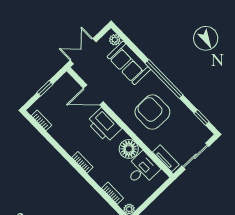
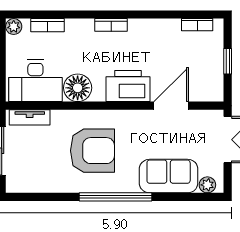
window: (201, 117) -> (36, 197), removed
desk: (142, 169) -> (35, 81), width x1.37

